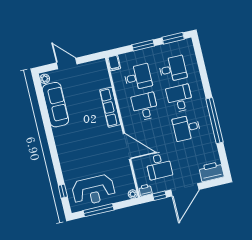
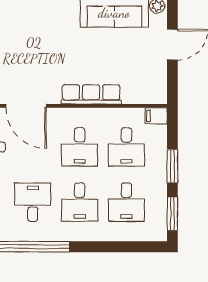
desk: (180, 98) -> (80, 202), turned 90
desk: (145, 107) -> (80, 147), turned 90
door: (127, 146) -> (26, 106), hinge flipped

